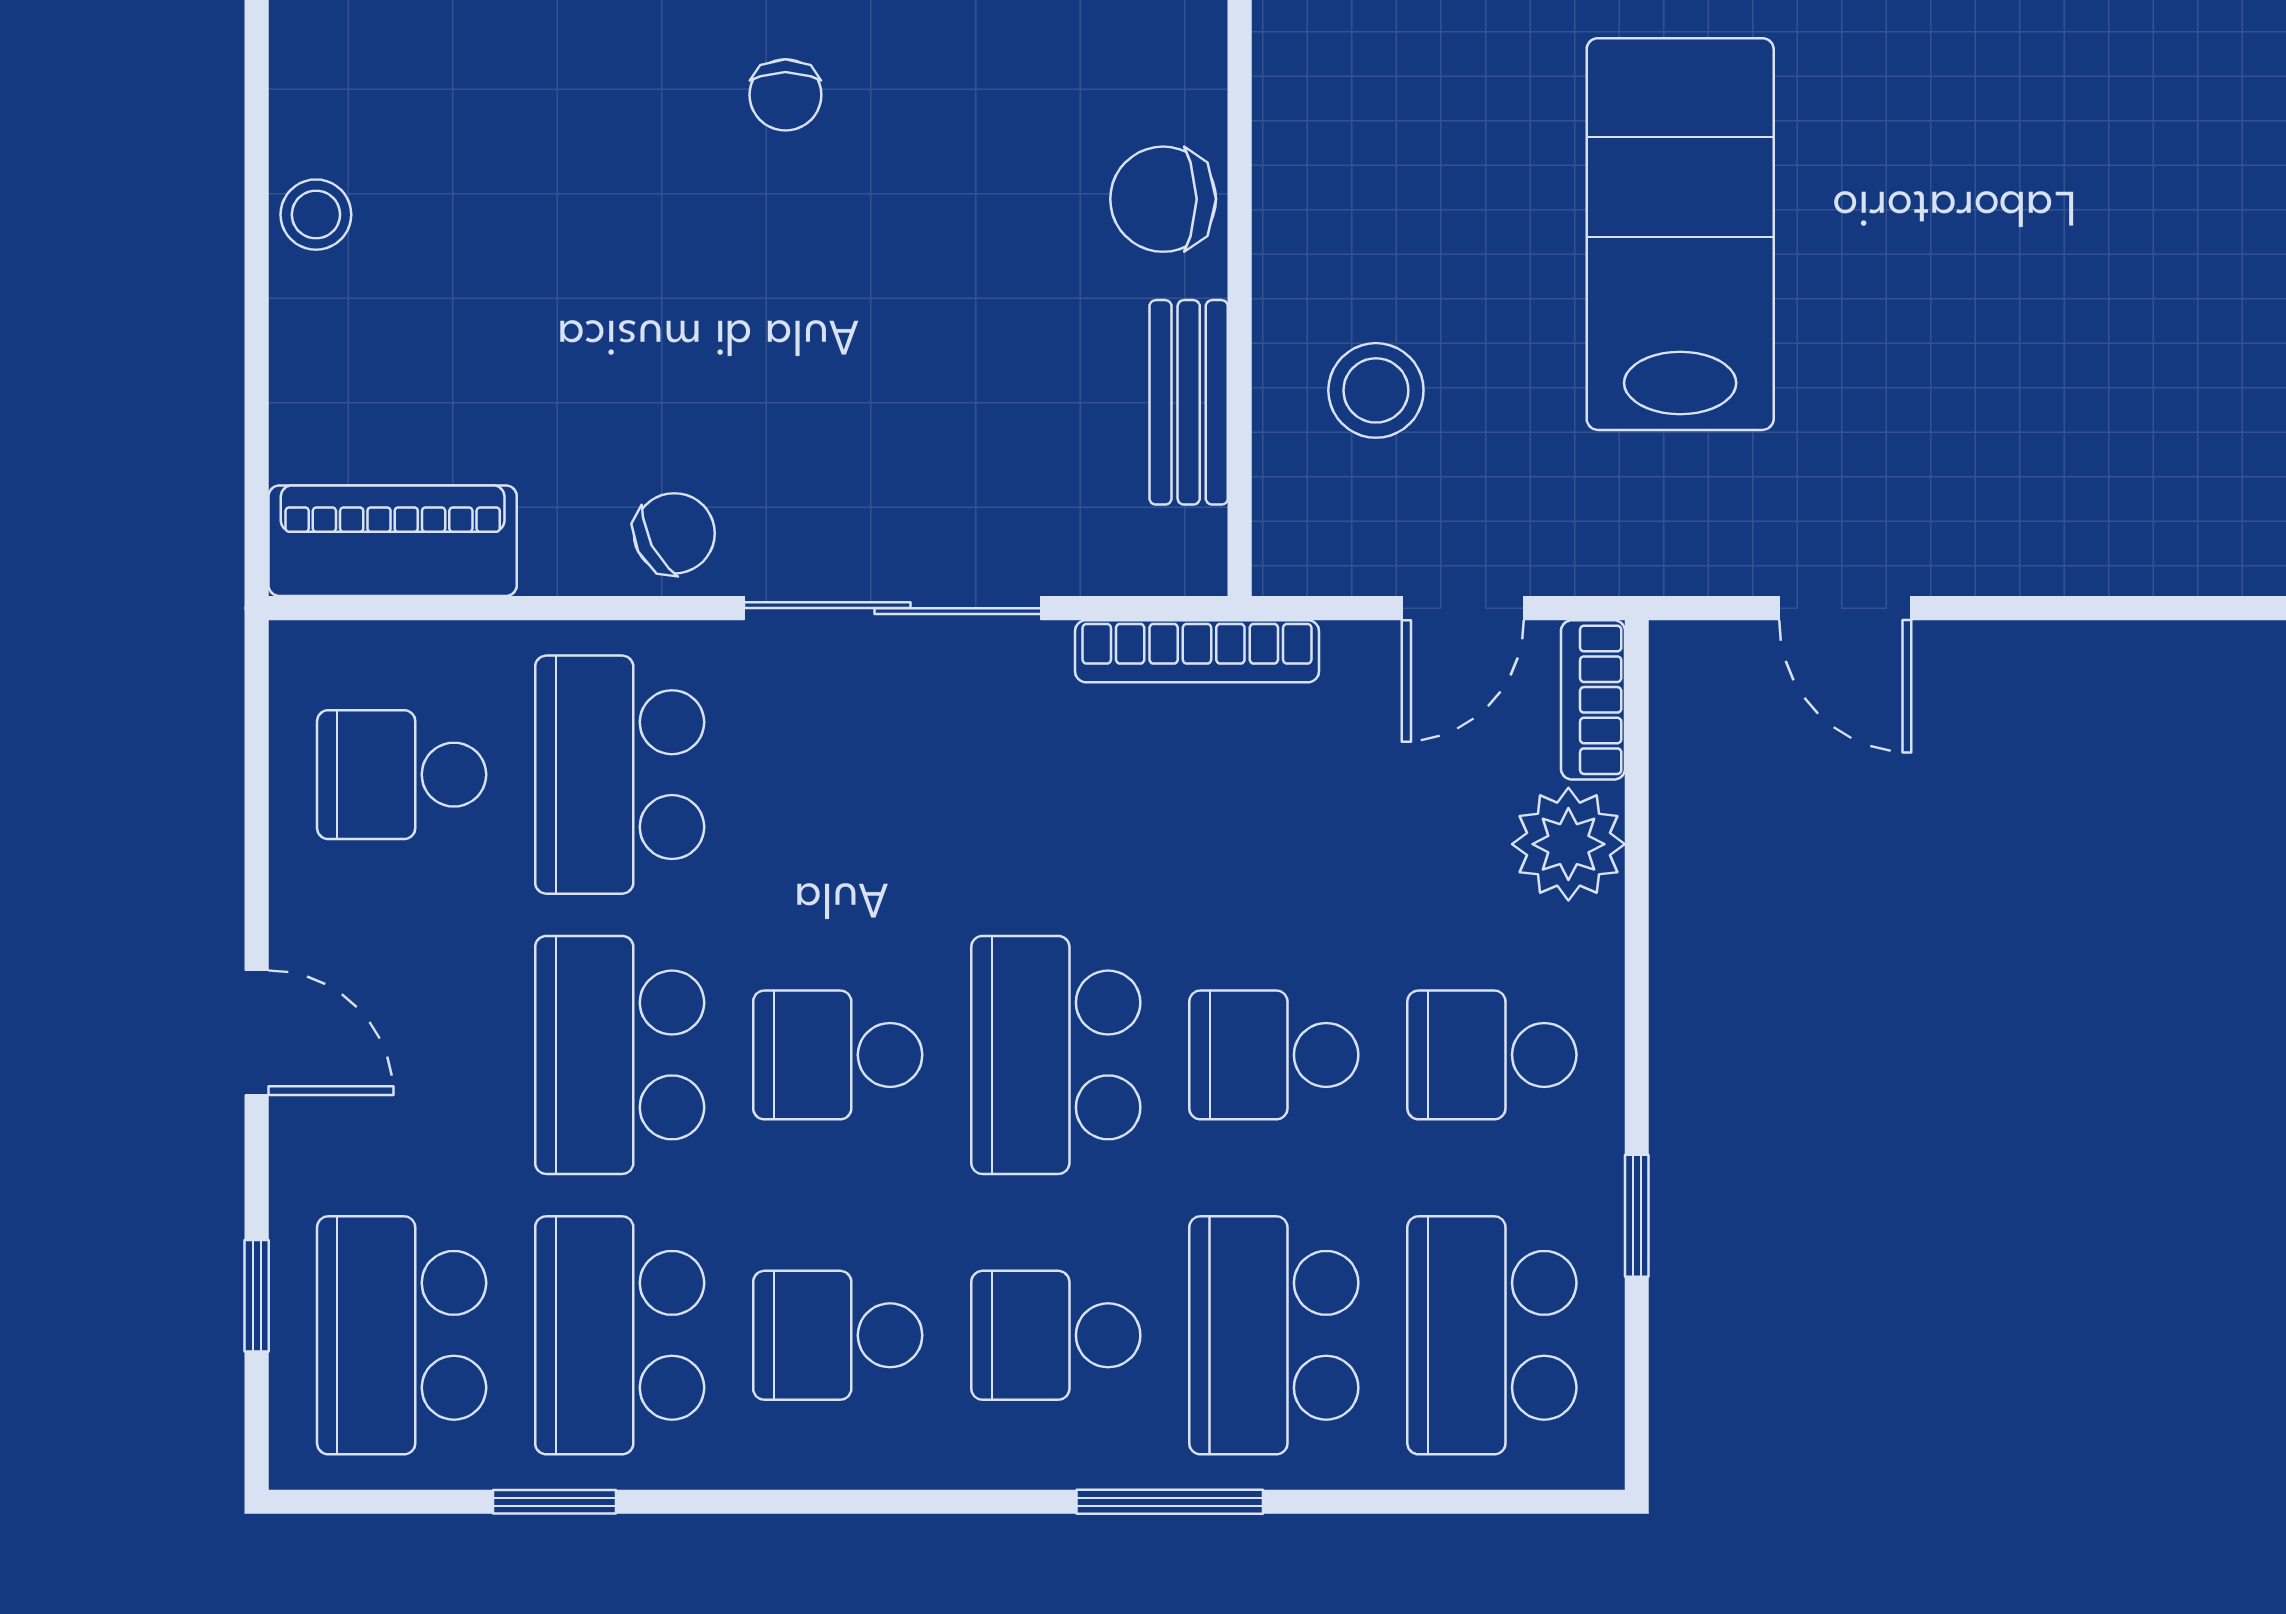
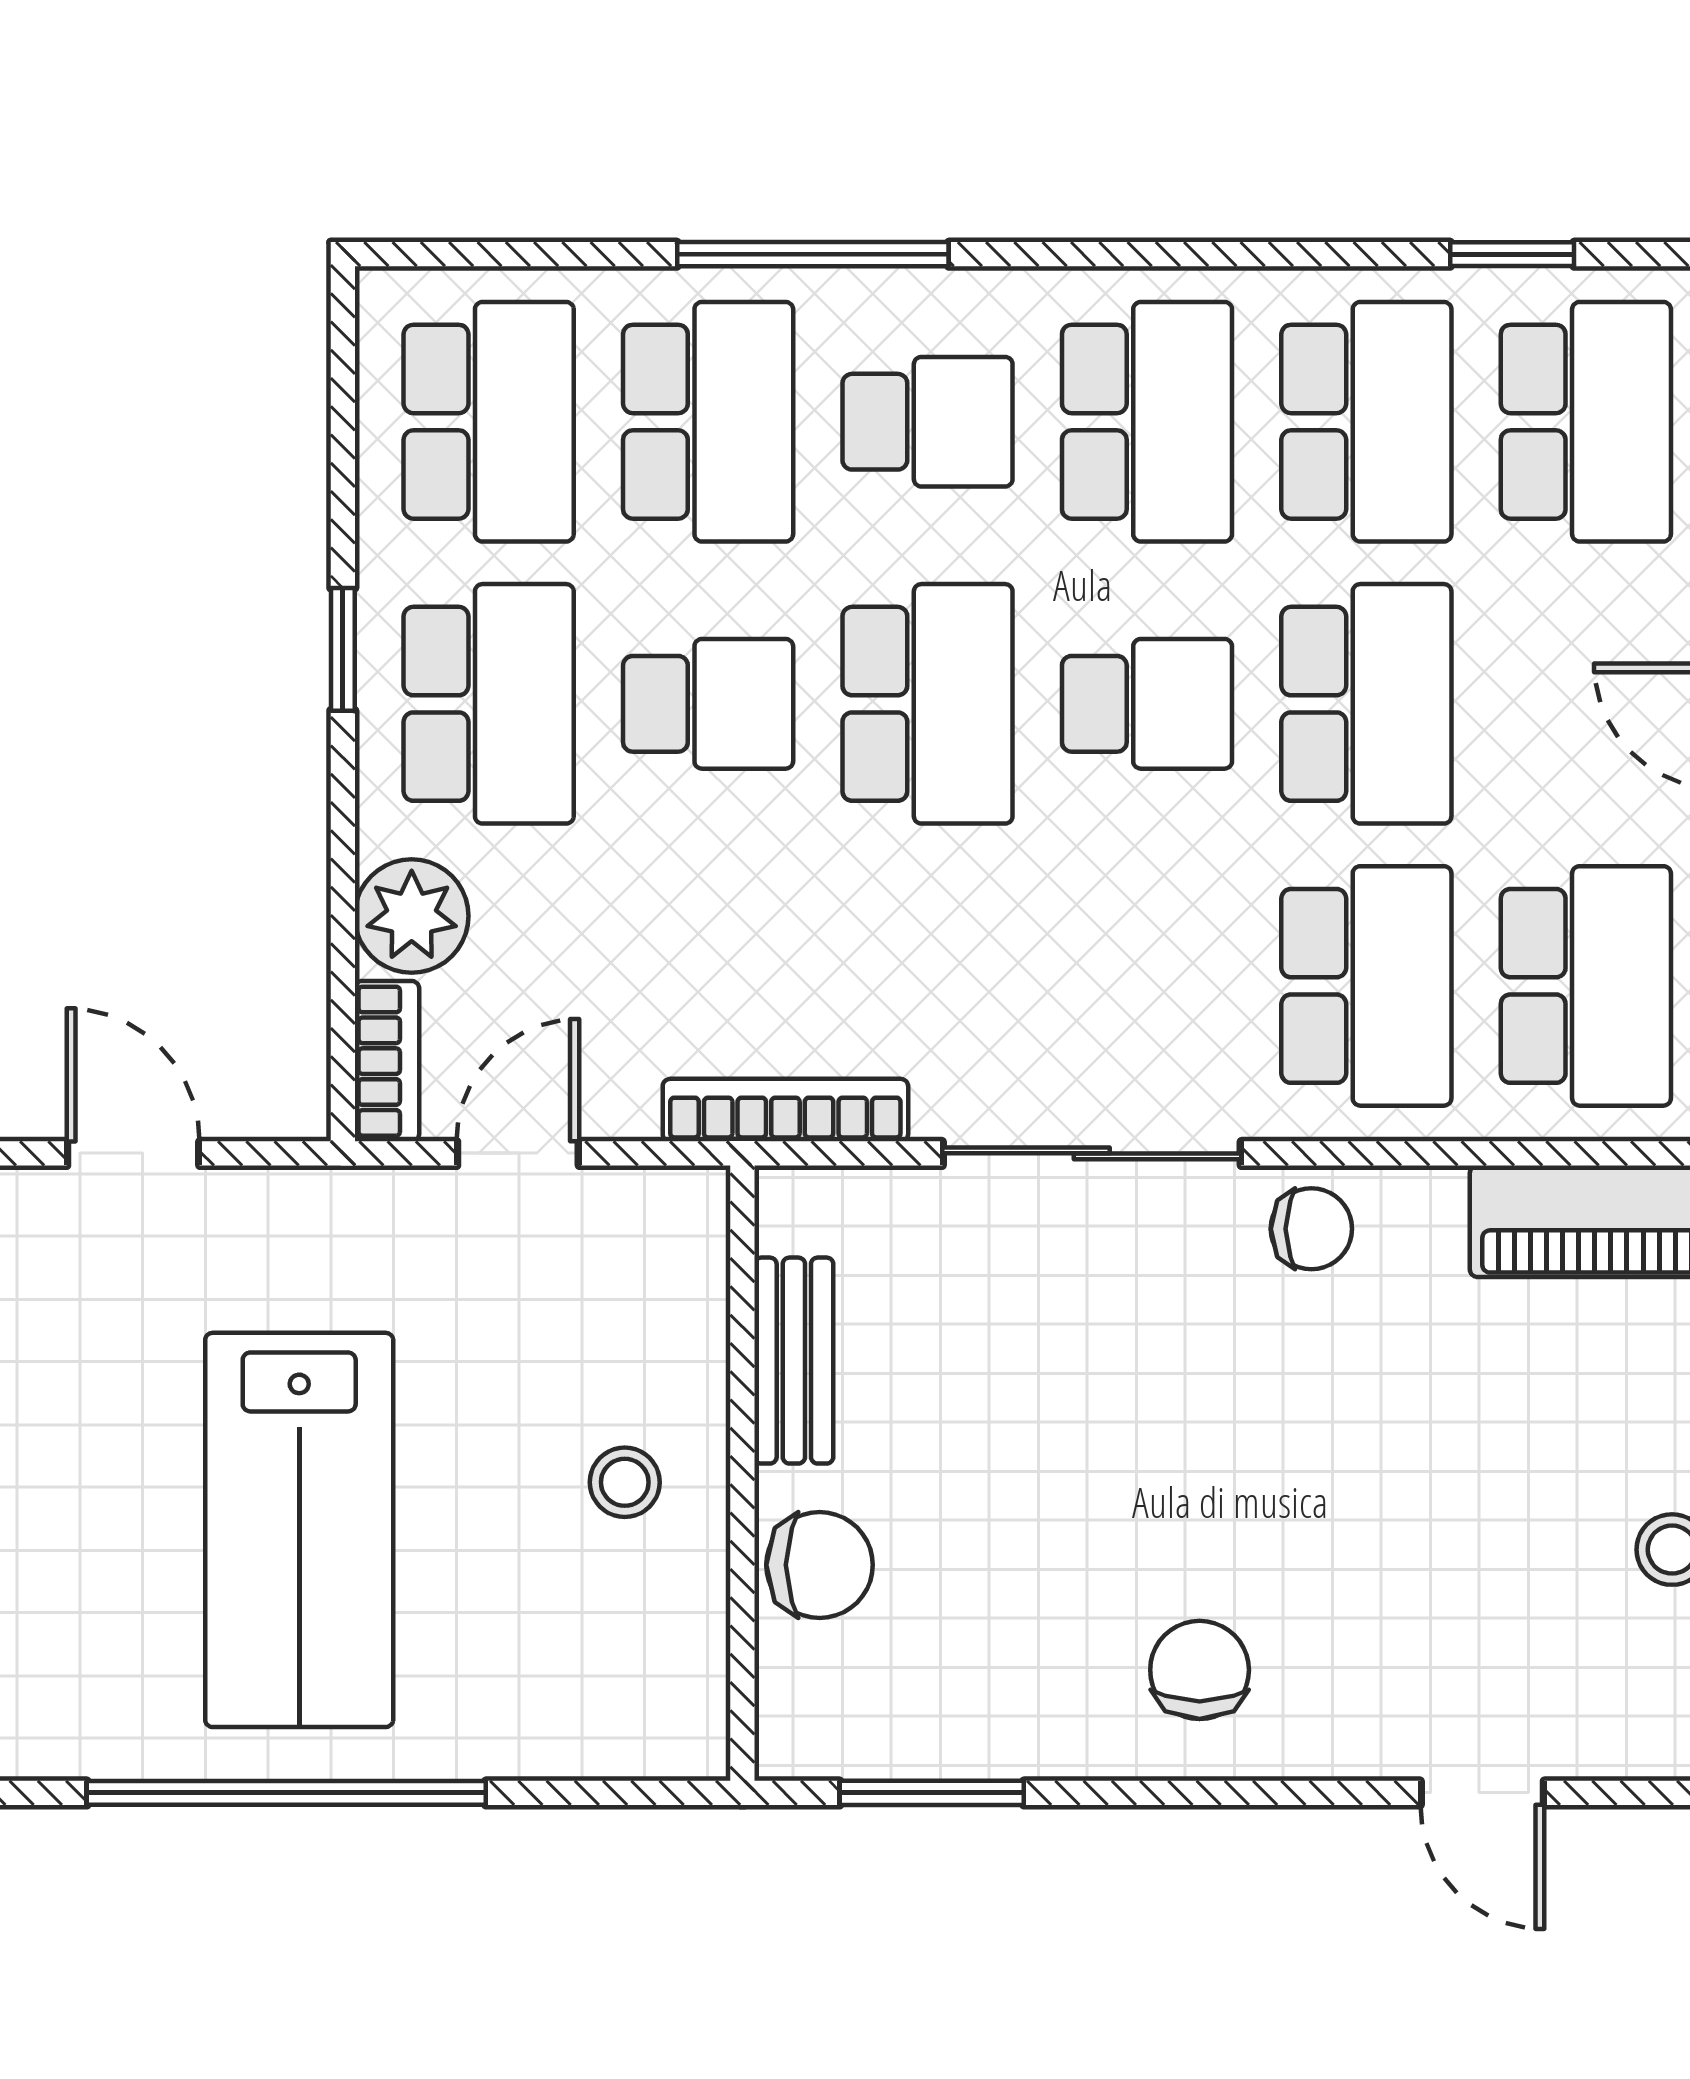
chair: (785, 95) -> (1200, 1670), width x1.37, depth x1.37
stool: (1376, 390) -> (625, 1482), moved, width x0.73, depth x0.73
chair: (674, 533) -> (1311, 1229), turned -153
school desk: (402, 775) -> (1586, 986), width x1.85
school desk: (1492, 1055) -> (489, 704), width x1.85
window: (1637, 1216) -> (343, 649), moved
school desk: (838, 1335) -> (1147, 422), width x1.85
window: (555, 1502) -> (1512, 254), moved
window: (1170, 1502) -> (813, 254), width x1.44

